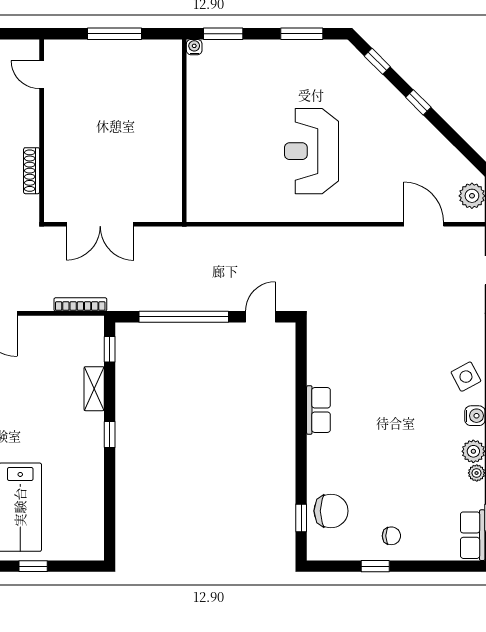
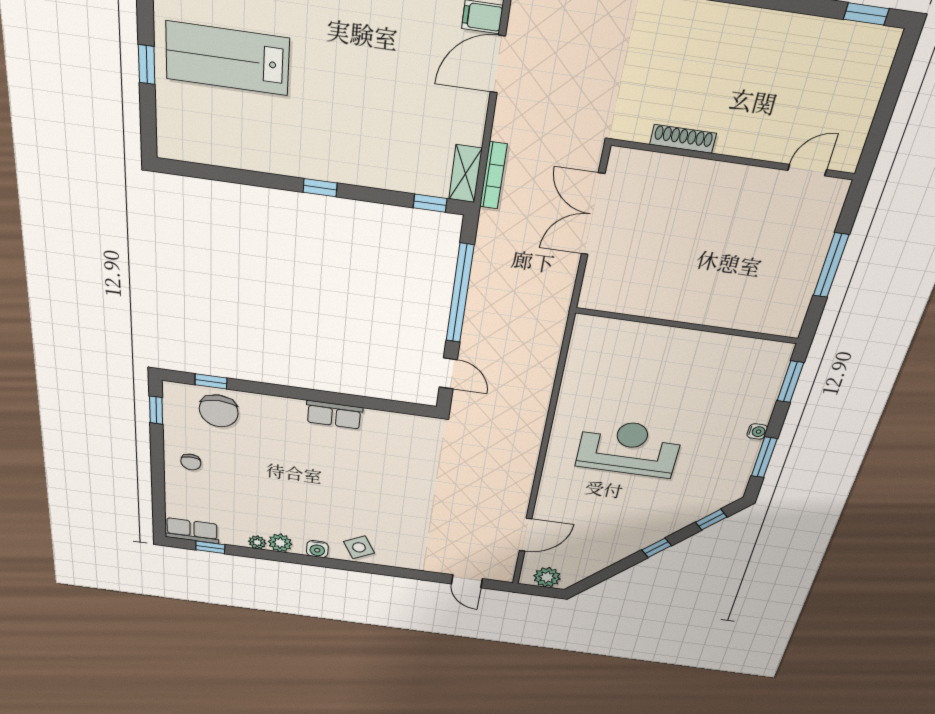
water cooler: (194, 47) -> (757, 431), moved
shelving: (94, 389) -> (465, 174), moved, turned 90
window: (375, 566) -> (156, 410), moved

